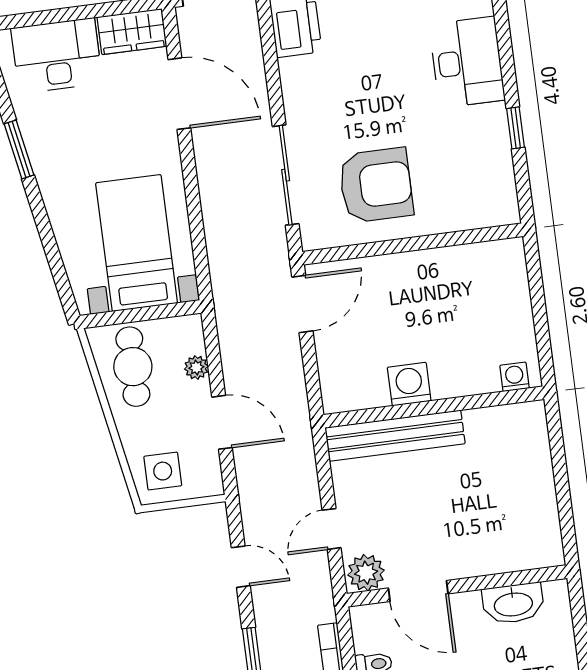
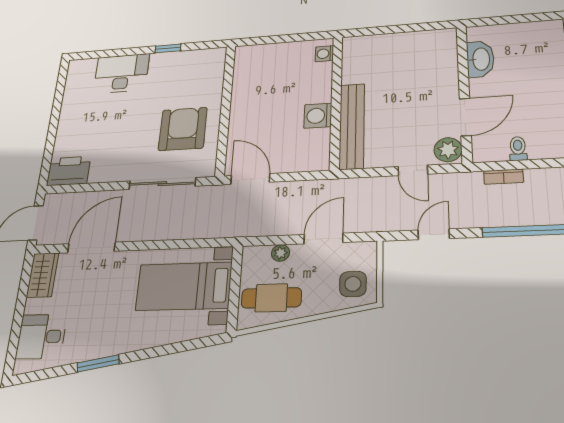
desk: (57, 56) -> (41, 337), width x0.73

